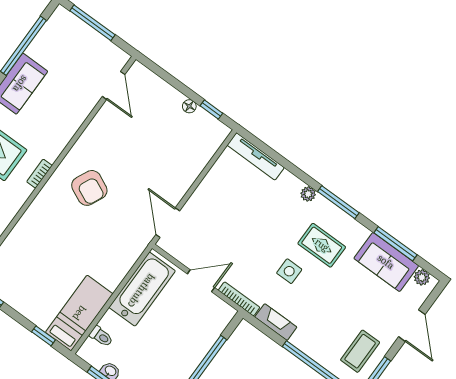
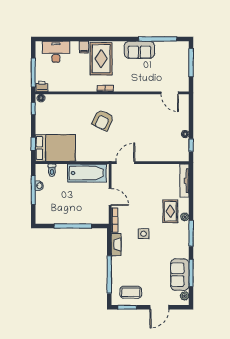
door: (114, 85) -> (170, 93), hinge flipped
armchair: (89, 188) -> (103, 120), moved
rug: (322, 245) -> (170, 211), moved
bed: (79, 313) -> (55, 148), width x1.50

